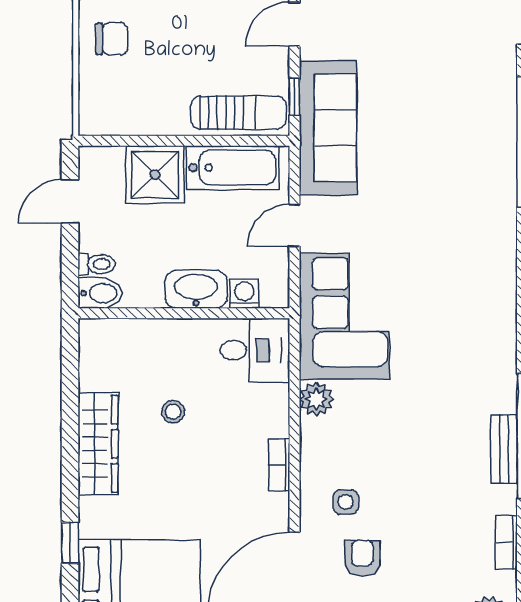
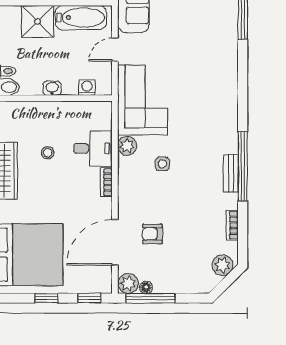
washbasin: (196, 289) -> (52, 88), width x0.52, depth x0.69
desk: (255, 350) -> (93, 148), moved
side table: (346, 502) -> (162, 164), moved
armchair: (362, 558) -> (152, 234), turned -90

